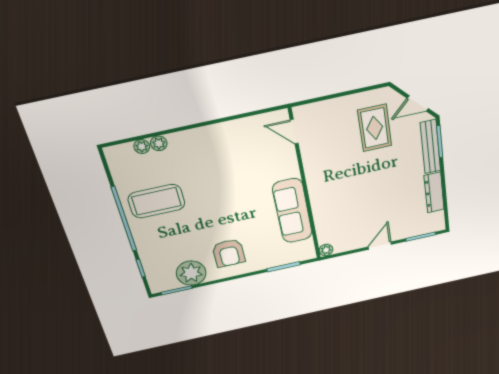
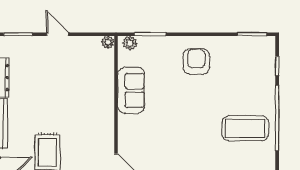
sofa: (292, 211) -> (131, 90), width x0.73
door: (380, 246) -> (58, 34), swing flipped
plant: (191, 273) -> (130, 43), moved, width x0.53, depth x0.53

